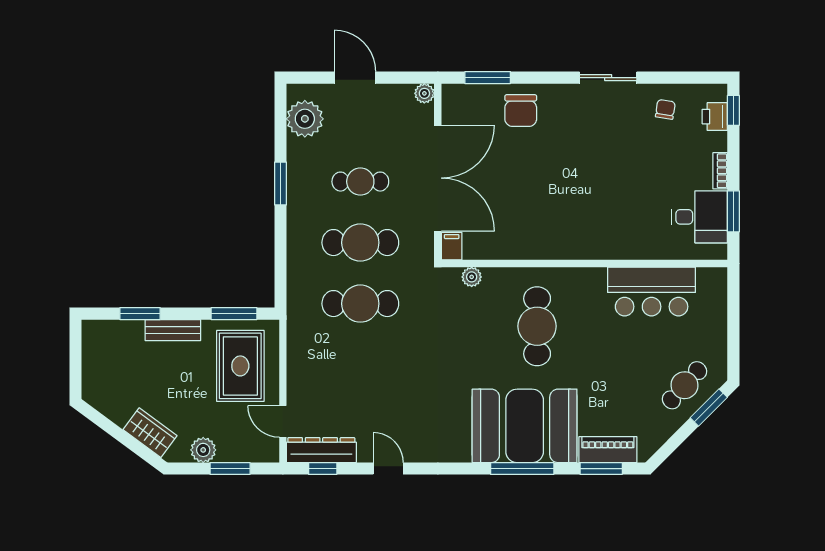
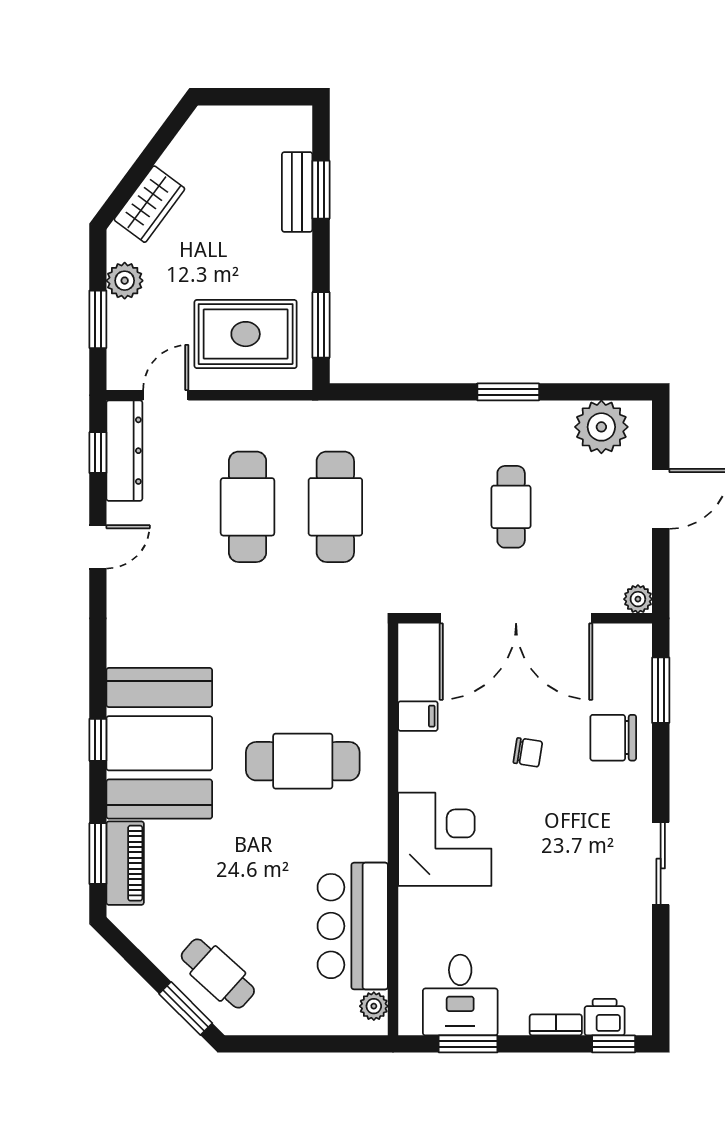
chair: (665, 109) -> (528, 752), moved
bookcase: (720, 171) -> (556, 1025), moved
corner desk: (591, 228) -> (445, 839), added
cafe table: (360, 243) -> (248, 507), moved
filing cabinet: (452, 246) -> (418, 716), moved
plant: (472, 277) -> (374, 1006), moved
bench: (173, 330) -> (297, 192), moved
window: (522, 469) -> (98, 740), width x0.46

